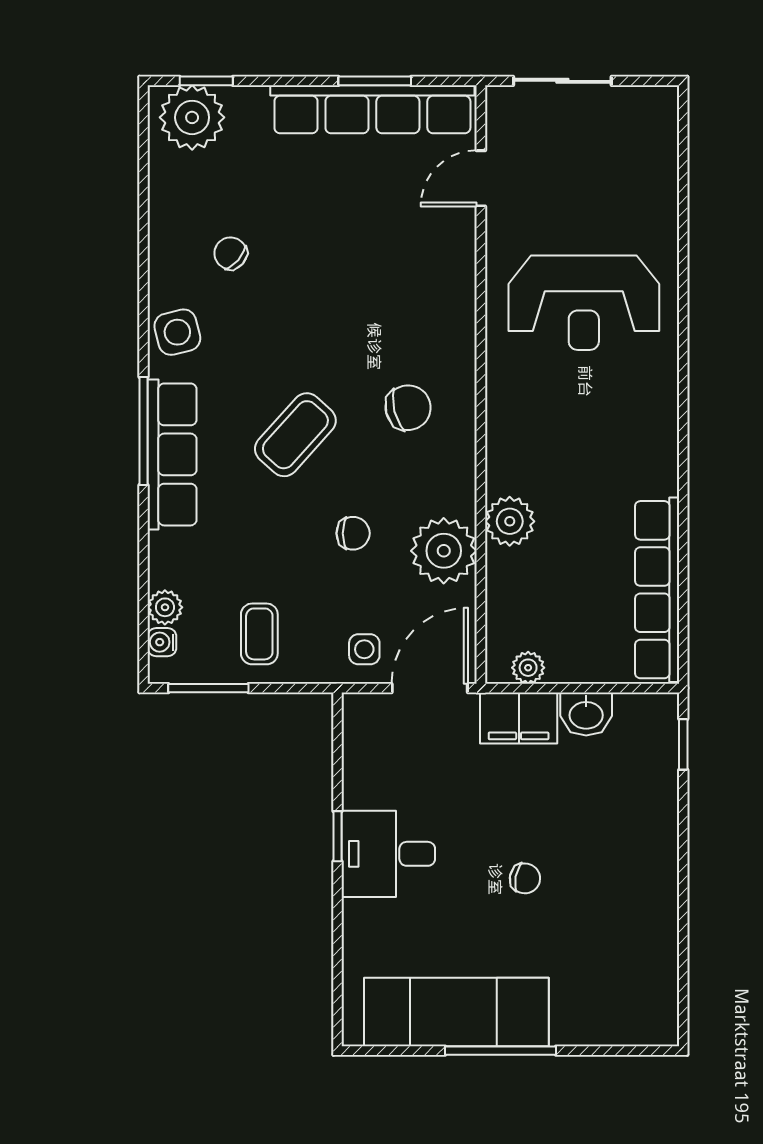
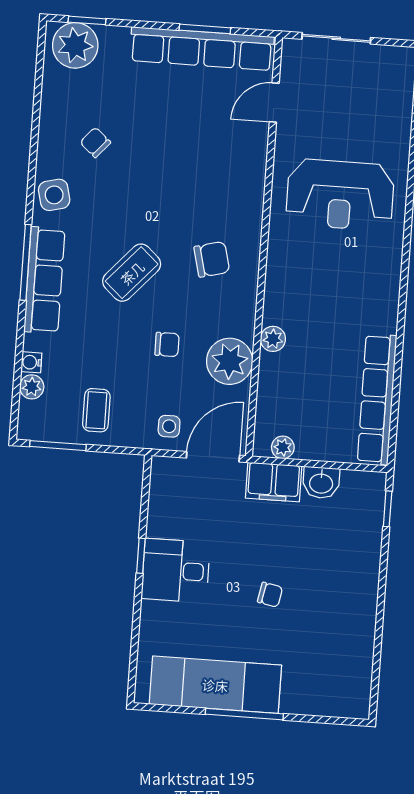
plant: (510, 521) -> (273, 339), width x0.73, depth x0.73
water cooler: (162, 642) -> (31, 362), moved

